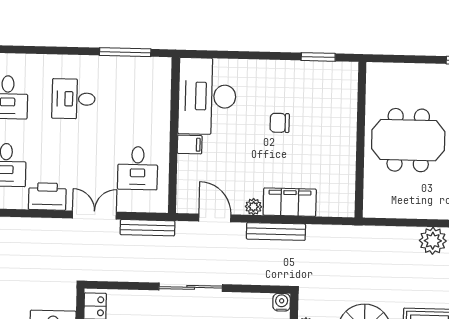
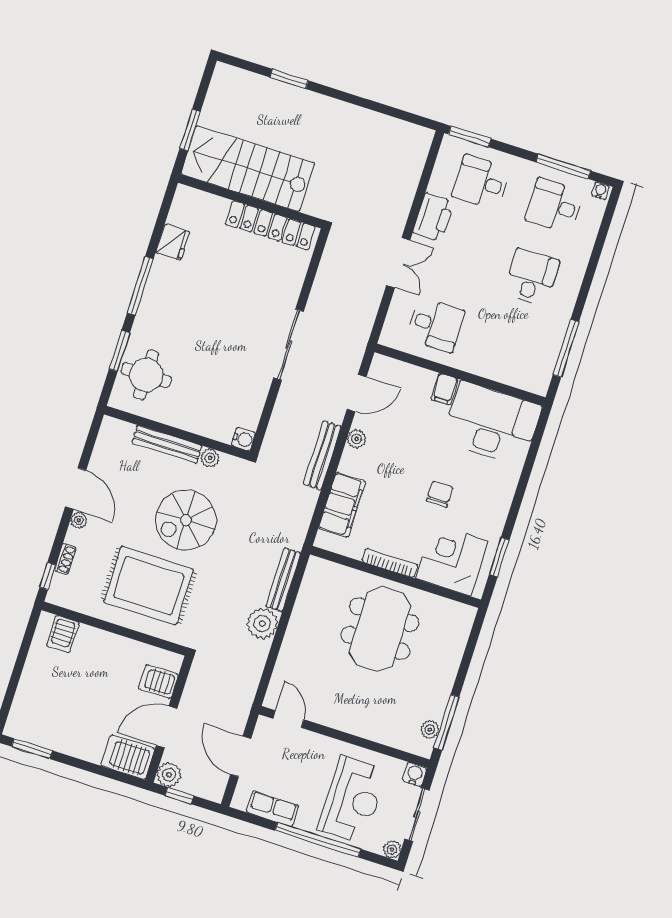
corner desk: (332, 96) -> (452, 560), added
bookcase: (350, 148) -> (390, 563), added
desk: (138, 168) -> (436, 325), turned 180
filing cabinet: (290, 202) -> (342, 505), moved
bench: (147, 228) -> (283, 580), moved

